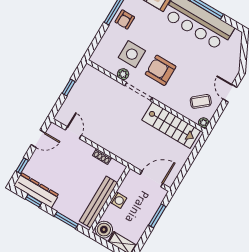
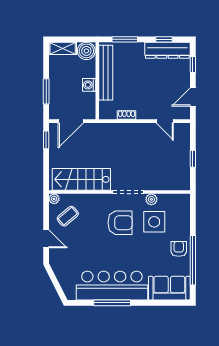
window: (181, 176) -> (46, 140), added

